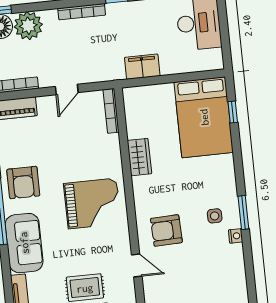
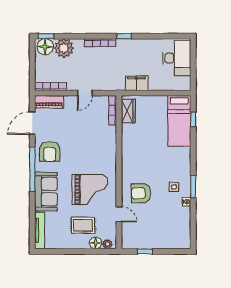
bed: (204, 117) -> (179, 121), width x0.67
wardrobe: (139, 157) -> (128, 111), moved
grand piano: (92, 203) -> (90, 190), moved

